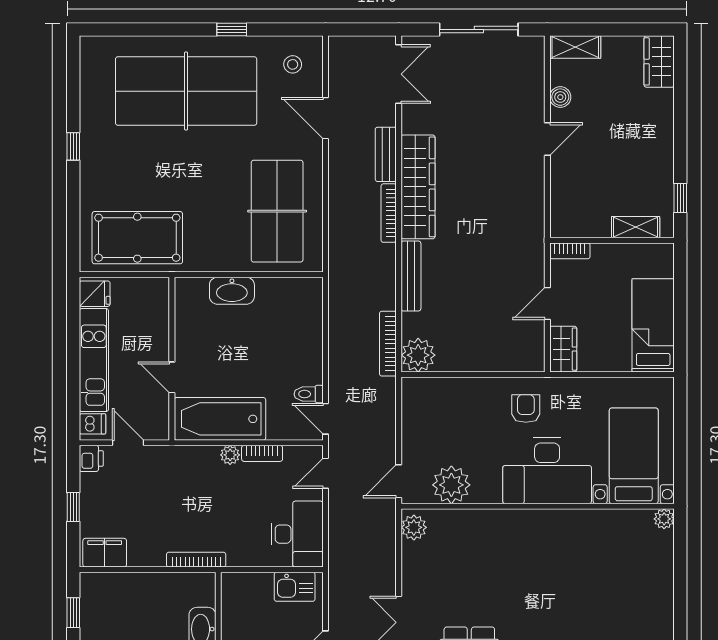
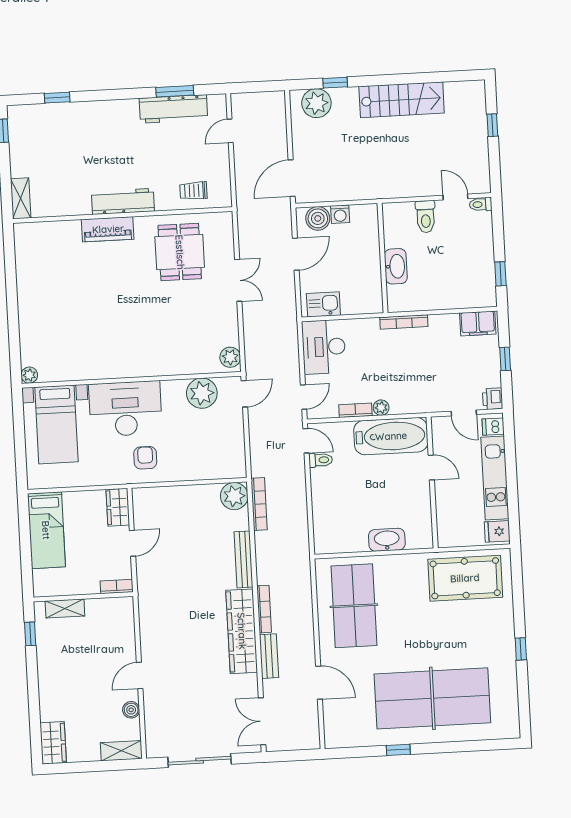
stool: (293, 64) -> (348, 724), removed
armchair: (526, 409) -> (145, 458), turned 180

